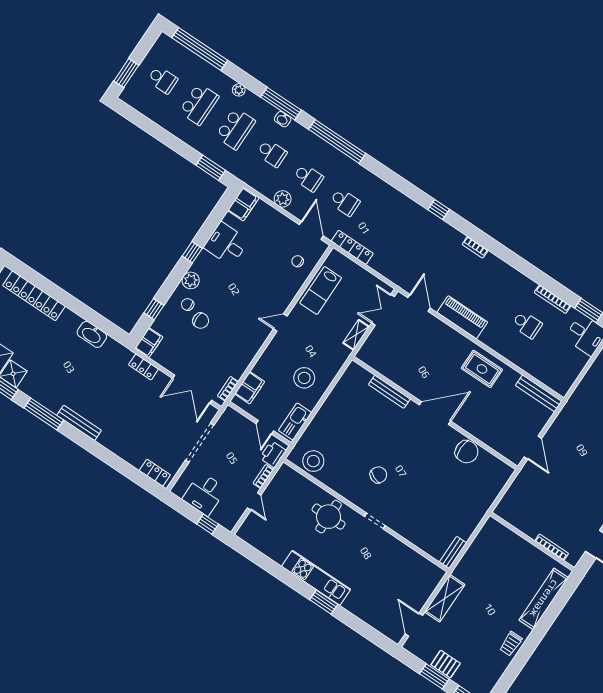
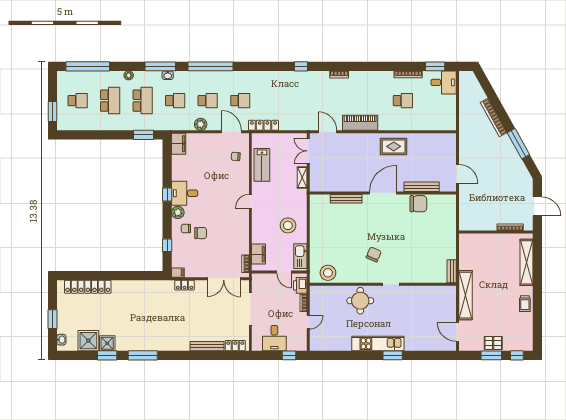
desk: (226, 244) -> (185, 193), moved
washbasin: (92, 334) -> (139, 286), removed
filing cabinet: (149, 343) -> (178, 273), width x0.50
bench: (539, 393) -> (422, 187), moved
bench: (79, 423) -> (207, 346), moved
door: (254, 502) -> (308, 322), hinge flipped
shelving: (445, 598) -> (466, 295), width x1.47

